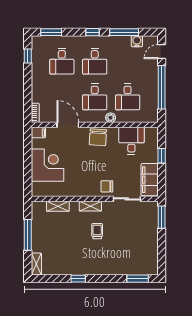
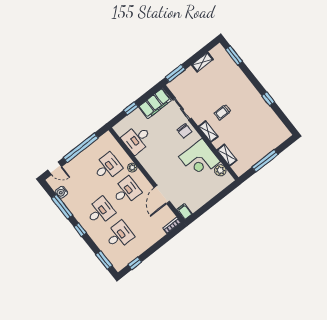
chair: (98, 137) -> (154, 166), removed
corner desk: (47, 165) -> (200, 159), moved, turned -90
plant: (49, 190) -> (220, 170), added
shelving: (36, 264) -> (202, 62), moved

